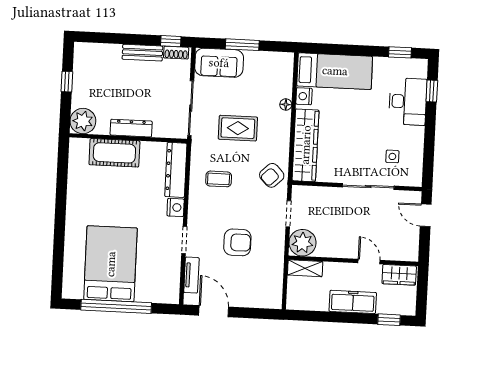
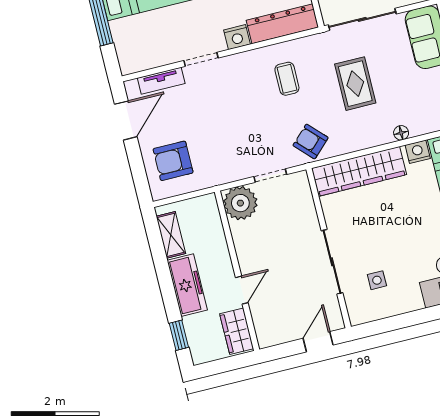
armchair: (237, 242) -> (173, 161), moved, turned 90
shelving: (305, 268) -> (171, 235), moved

